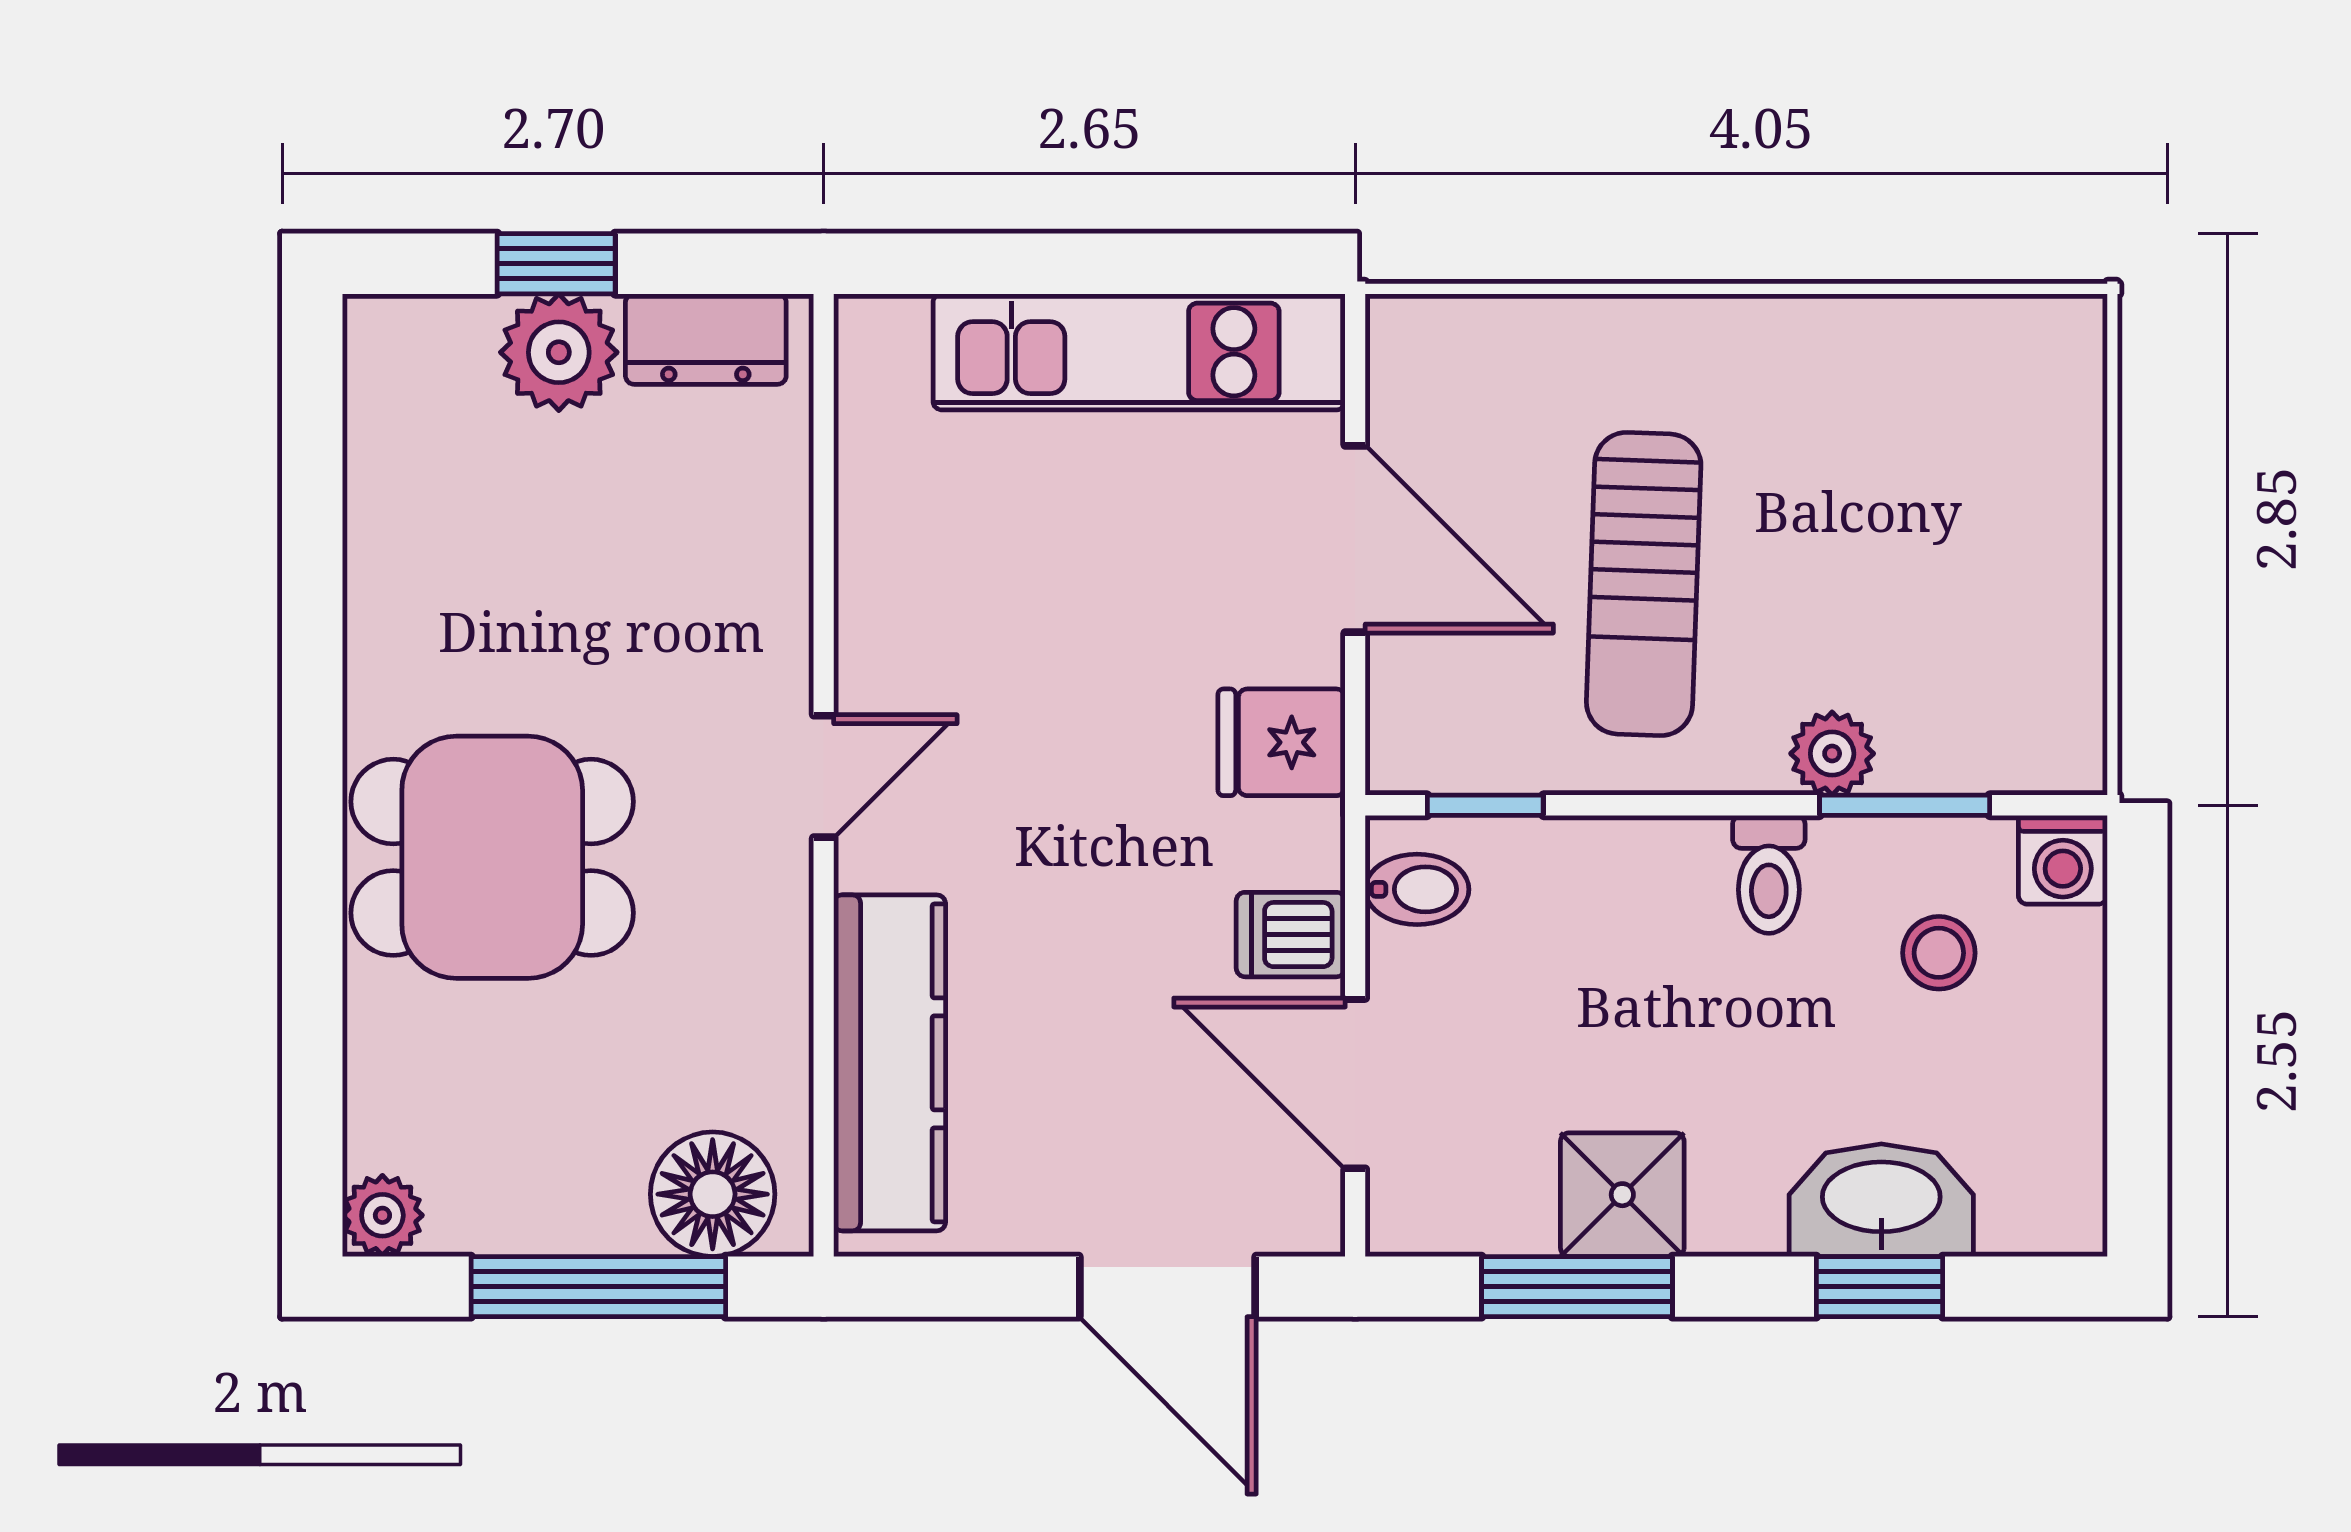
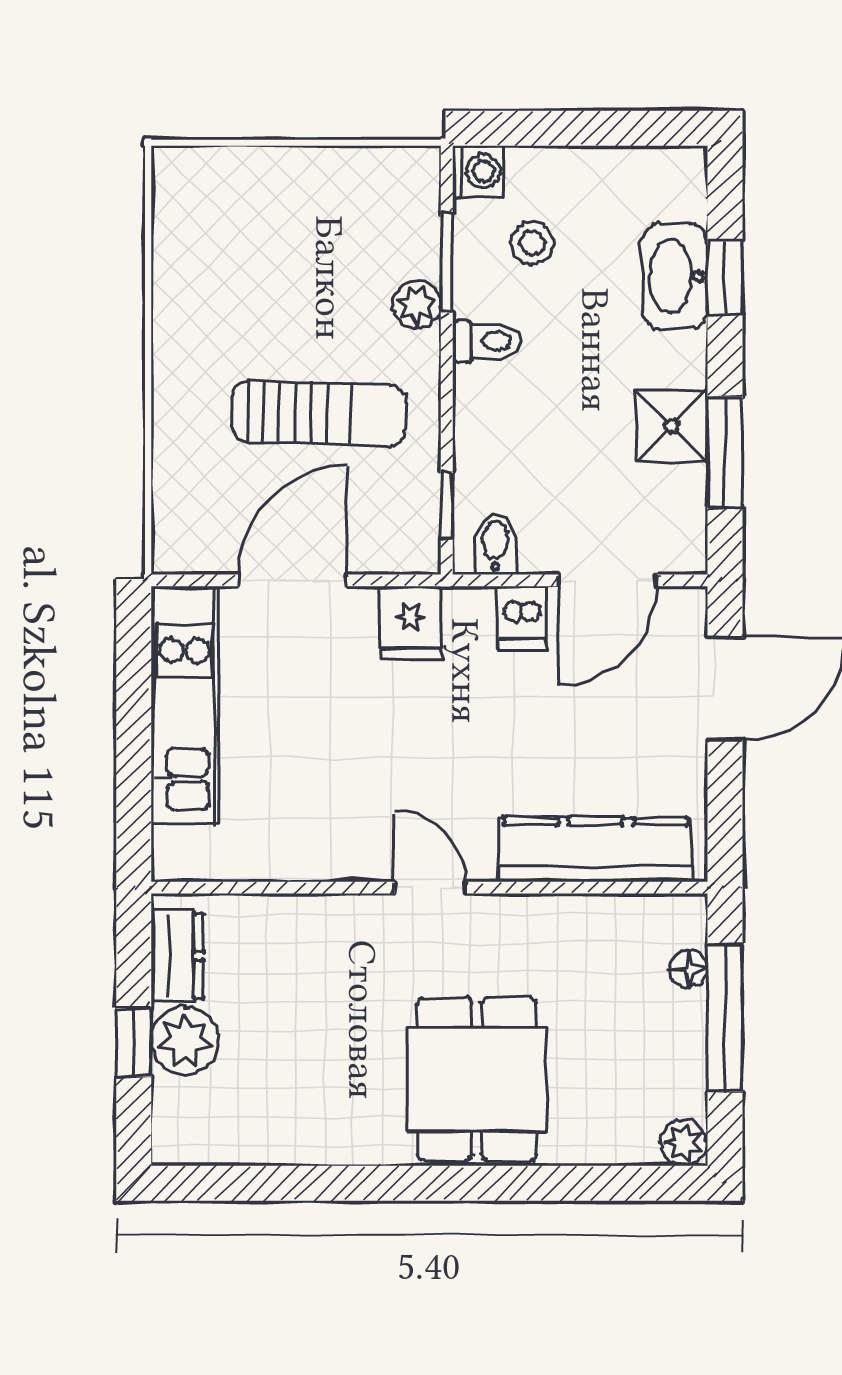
floor lamp: (713, 1194) -> (689, 969), width x0.53, depth x0.53

